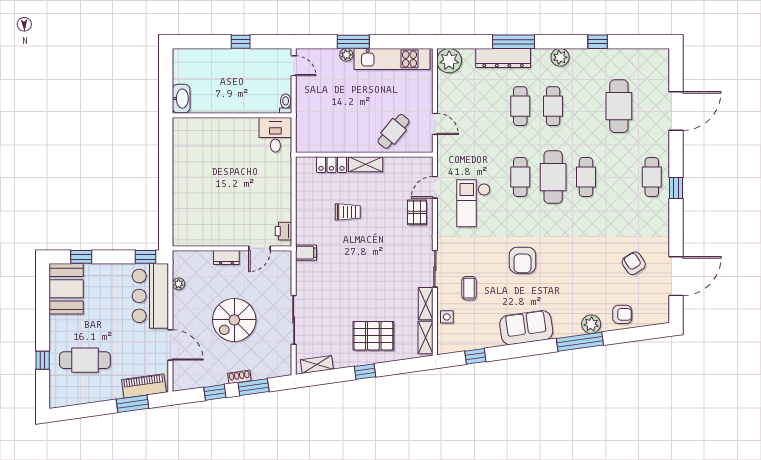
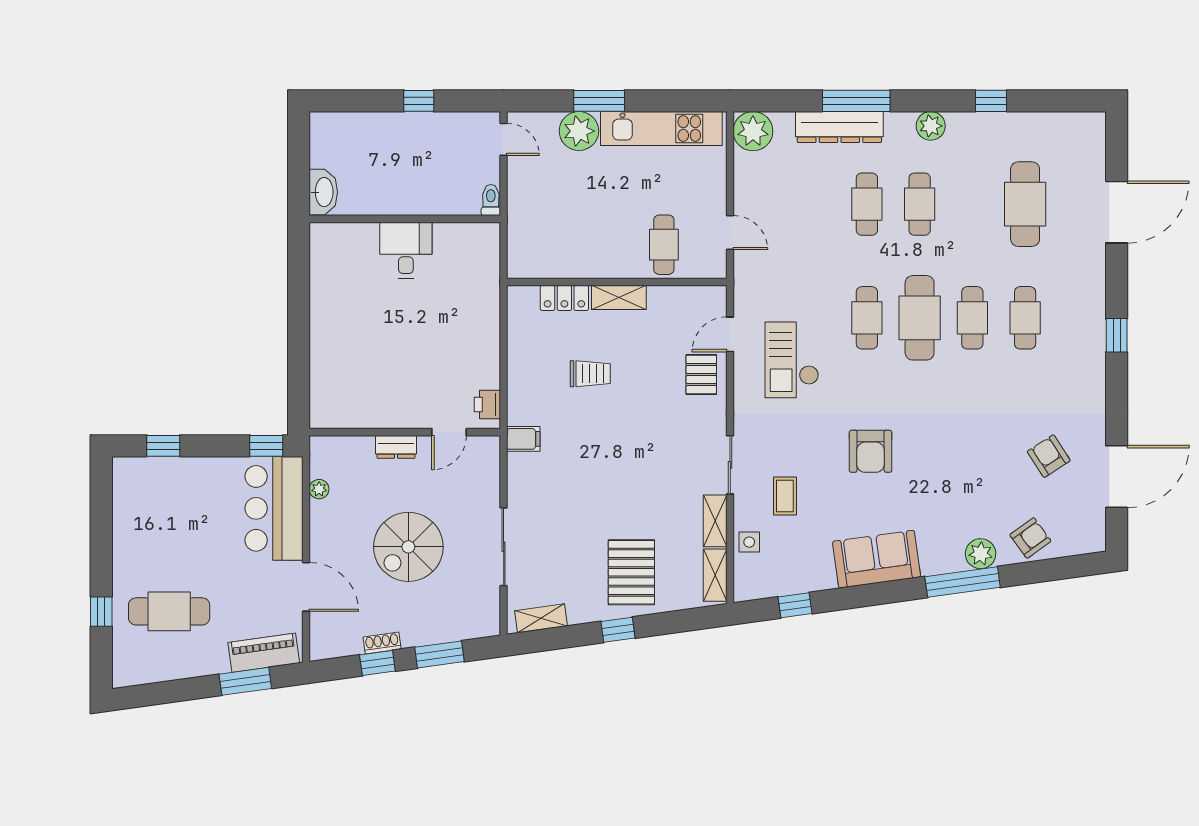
plant: (346, 55) -> (579, 131), width x1.87, depth x1.87
cafe table: (394, 131) -> (664, 245), turned -40
desk: (275, 135) -> (406, 250), moved
cafe table: (652, 177) -> (1025, 318), moved
booth: (66, 289) -> (139, 497), removed
armchair: (622, 314) -> (1030, 538), turned -36
pallet: (373, 336) -> (631, 572), turned 90
shoe rack: (239, 377) -> (382, 643), moved

